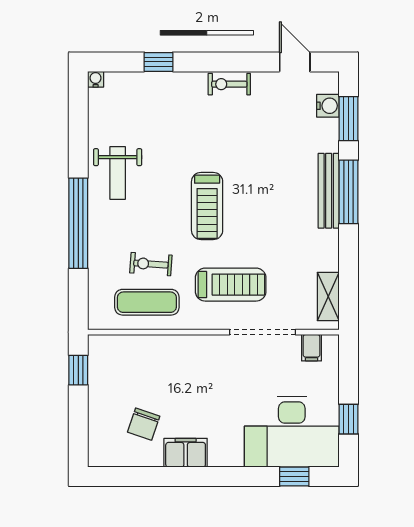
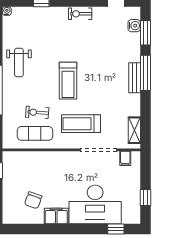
bench: (329, 191) -> (135, 78), width x0.73
treadmill: (231, 285) -> (81, 124), turned 180
desk: (292, 432) -> (95, 204), moved

